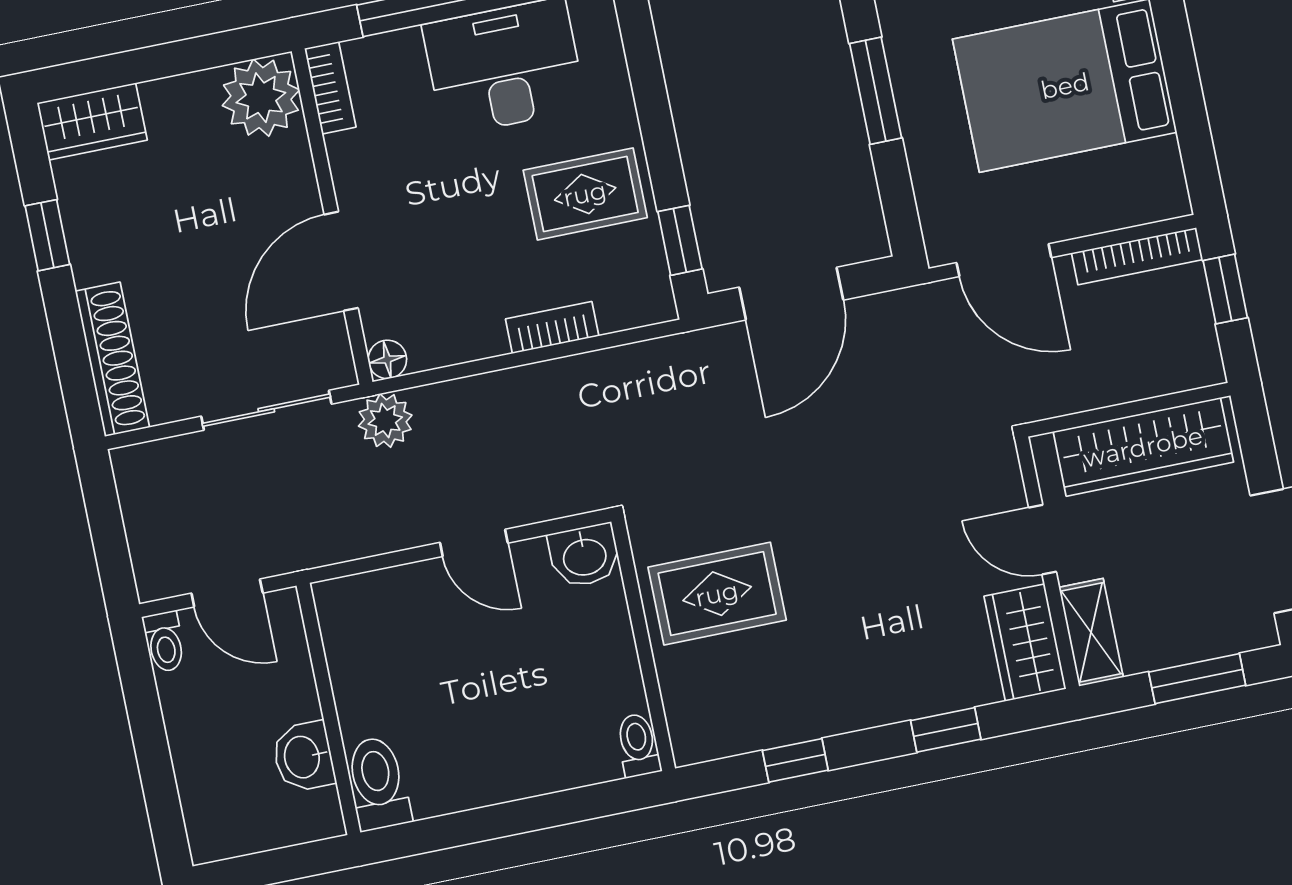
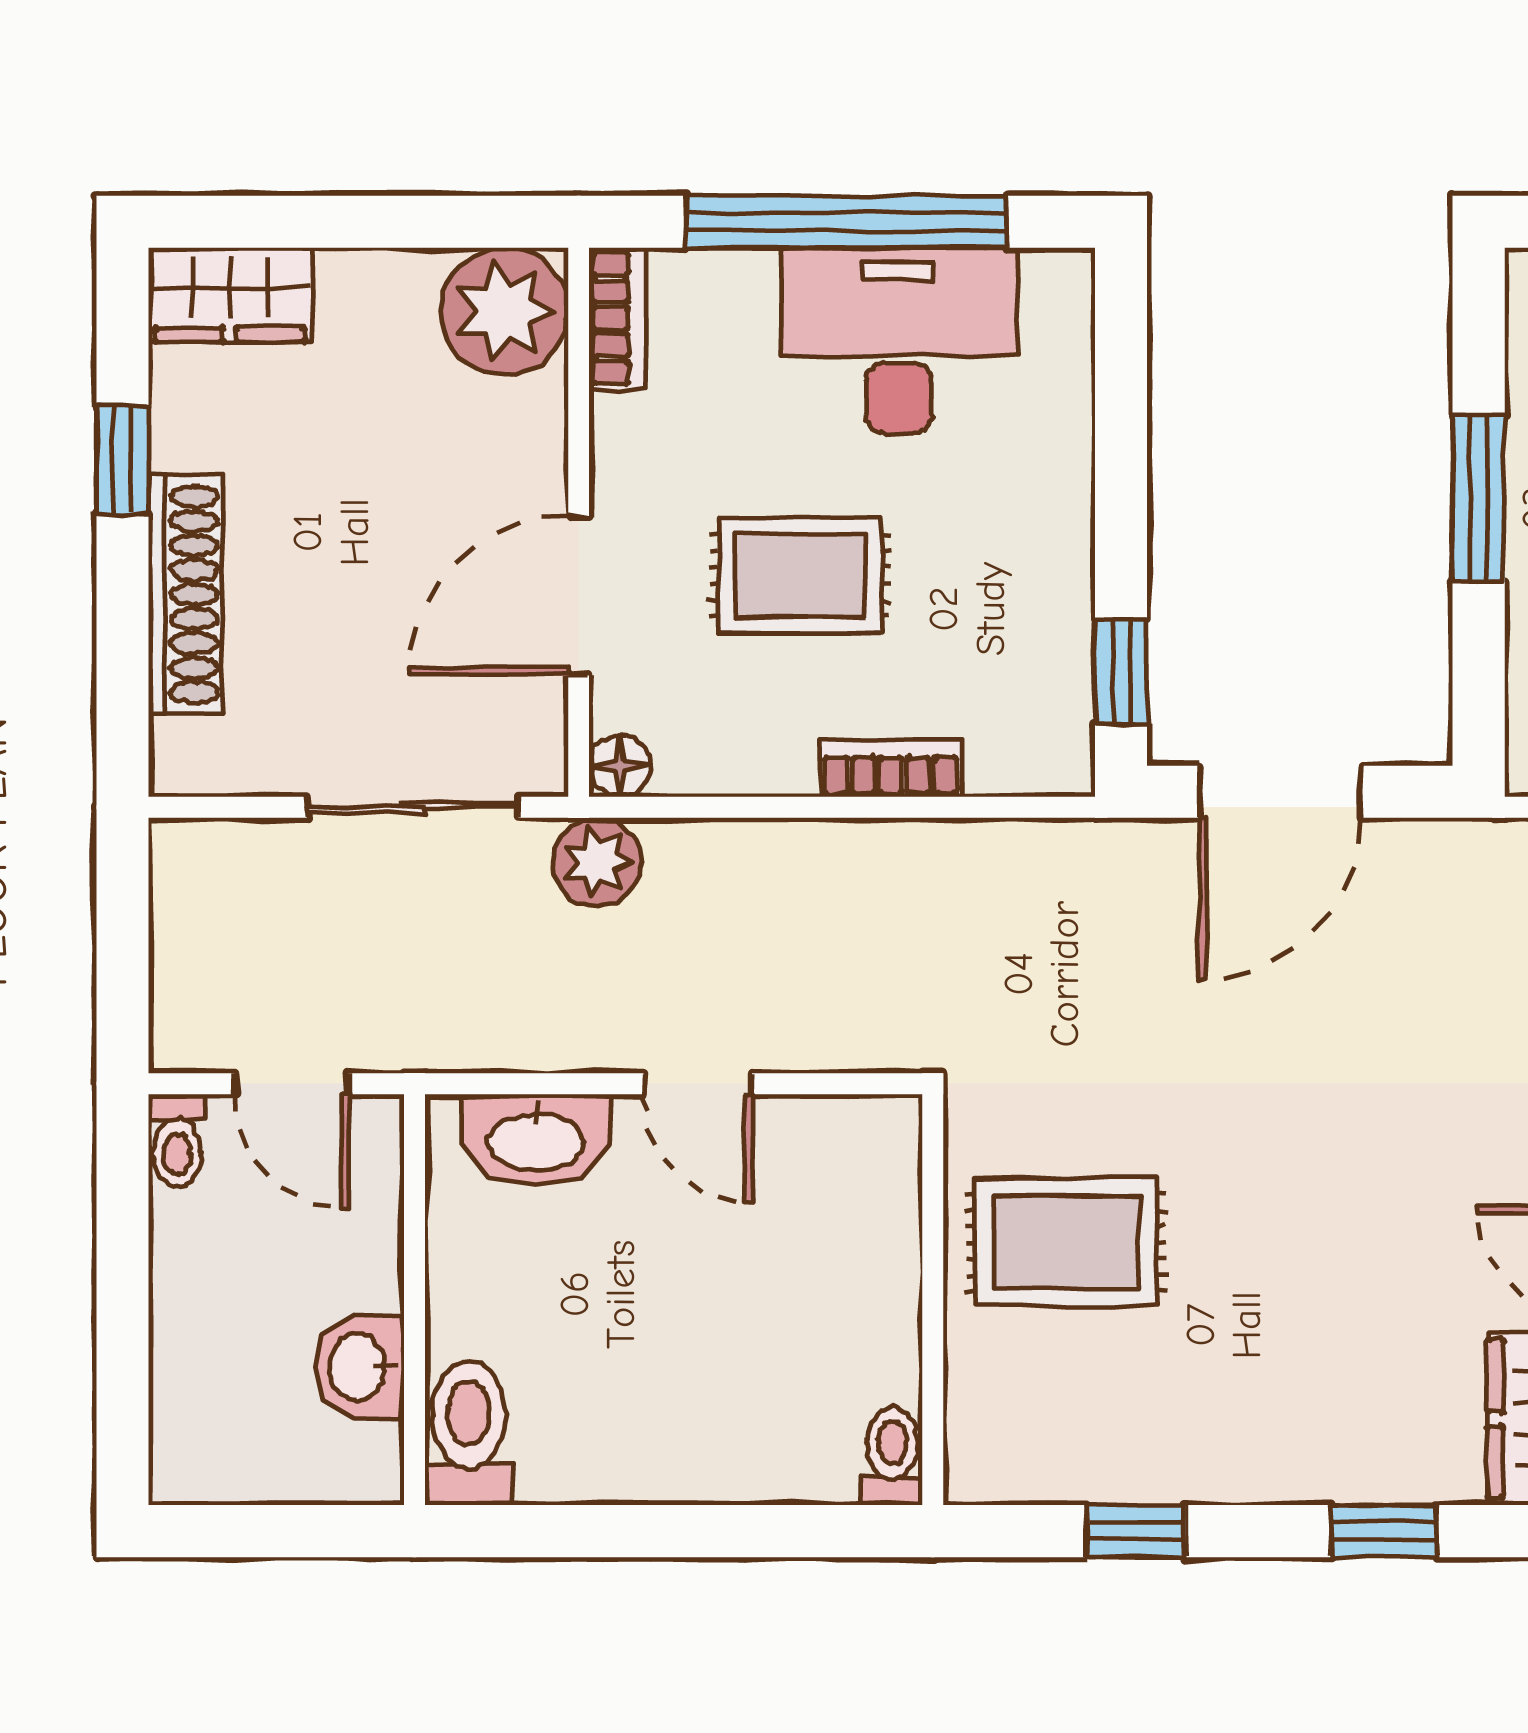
rug: (585, 194) -> (800, 575), moved
shoe rack: (112, 359) -> (185, 594), moved
washbasin: (584, 556) -> (536, 1140), moved, width x1.38

